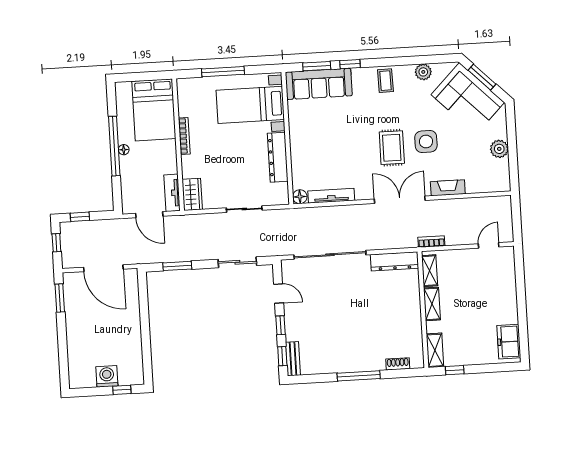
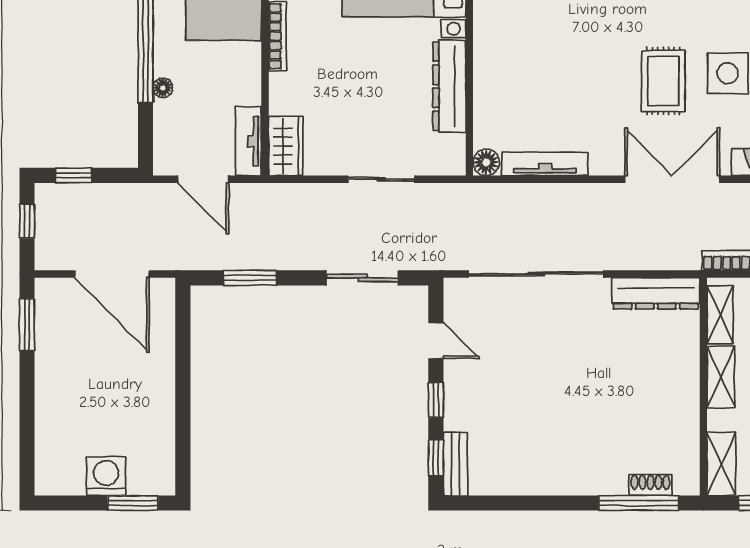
floor lamp: (124, 150) -> (163, 88), moved
window: (359, 376) -> (639, 503), moved
window: (122, 390) -> (133, 503), width x1.50

